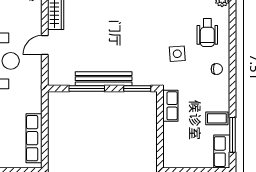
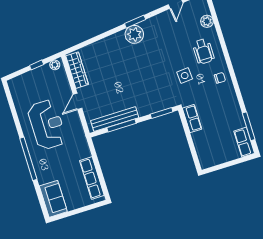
bench: (104, 79) -> (115, 119), moved
coffee table: (217, 118) -> (232, 117), removed

